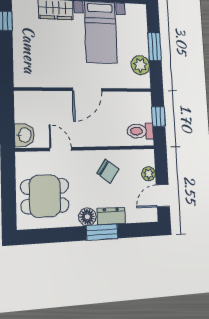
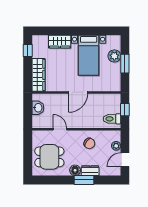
wardrobe: (23, 60) -> (38, 75), added
plant: (140, 65) -> (114, 56), moved
washbasin: (24, 135) -> (38, 108), moved

